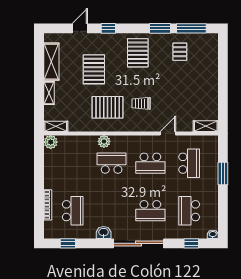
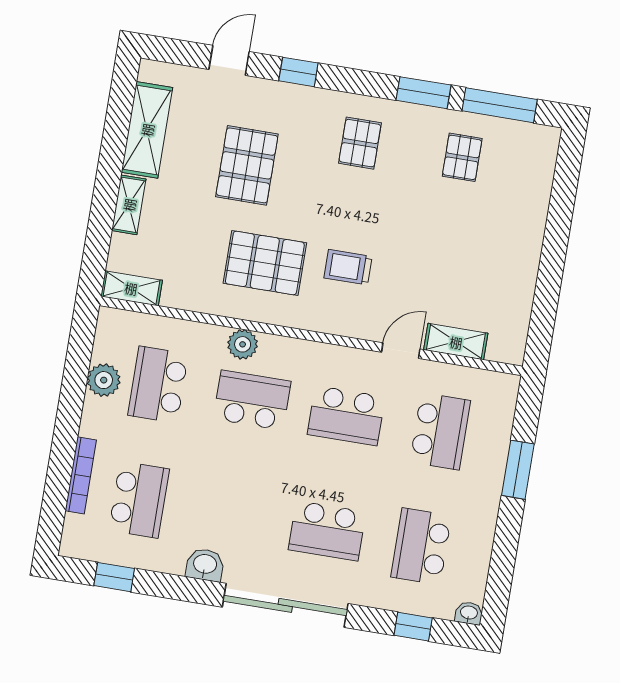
pallet: (138, 53) -> (360, 143), width x0.67, depth x0.71
shelving: (206, 126) -> (456, 342), moved
plant: (51, 142) -> (104, 380), moved
school desk: (73, 163) -> (158, 385), added

